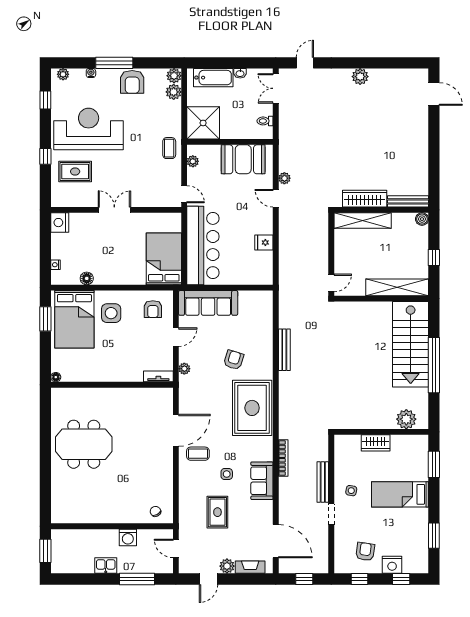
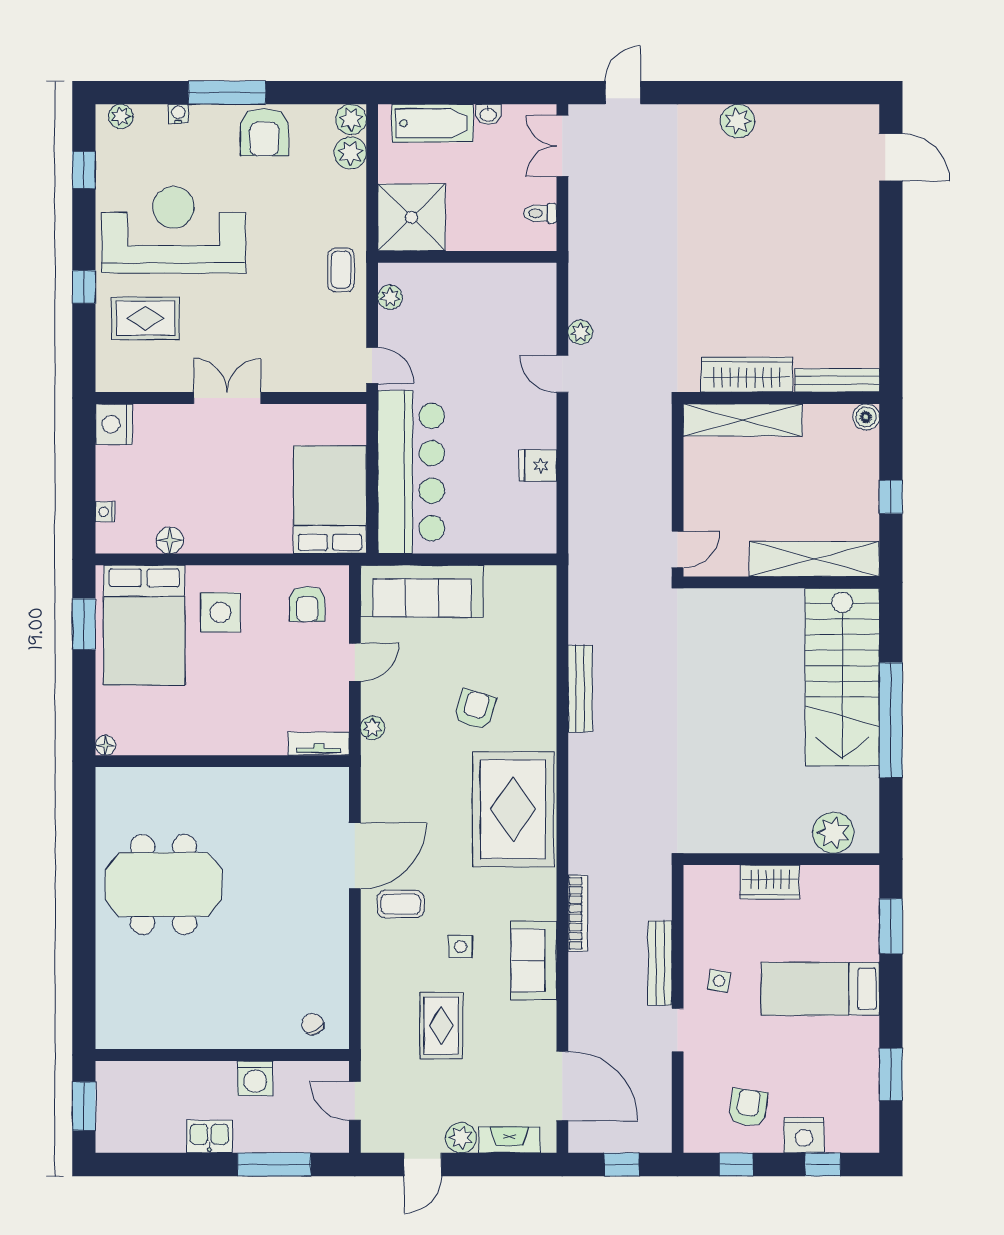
booth: (243, 159) -> (495, 293), removed

